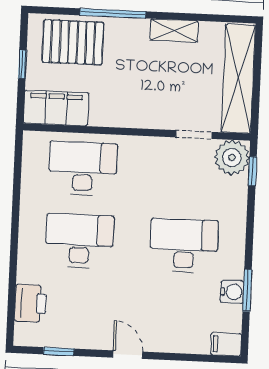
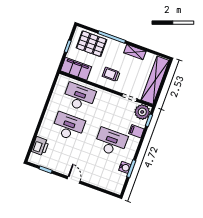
trolley: (137, 96) -> (111, 74), added
filing cabinet: (226, 344) -> (136, 131), moved

